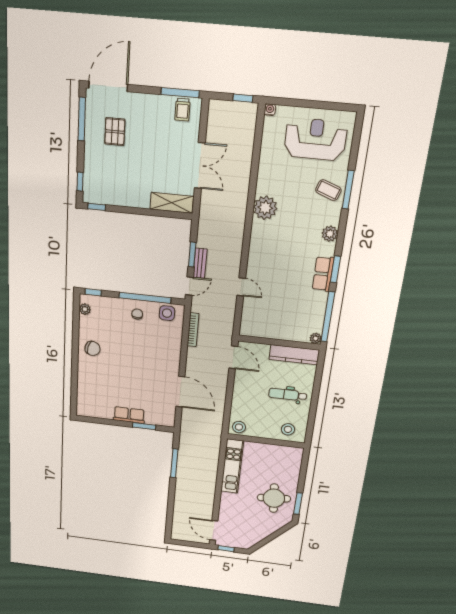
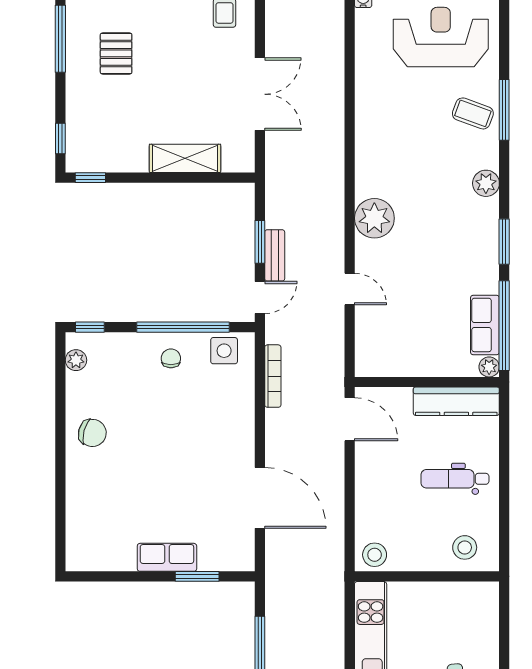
shelving: (172, 203) -> (185, 158), moved
plant: (265, 208) -> (374, 218), moved
row of seats: (323, 274) -> (485, 325), moved

